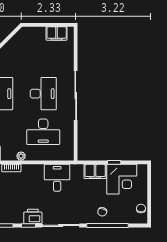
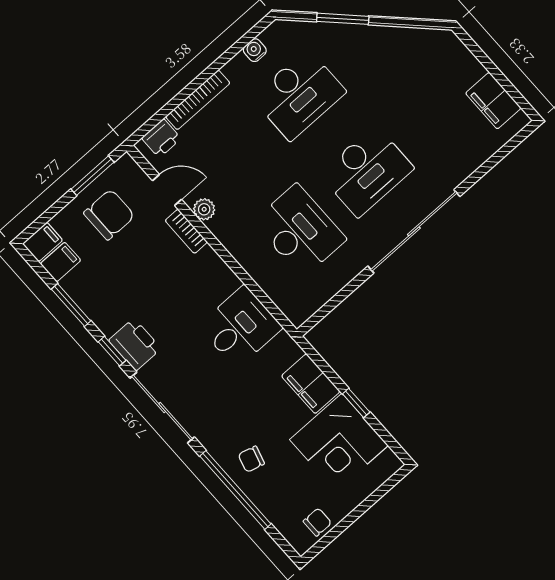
desk: (43, 132) -> (300, 231), turned 180
plant: (21, 156) -> (204, 209), moved

